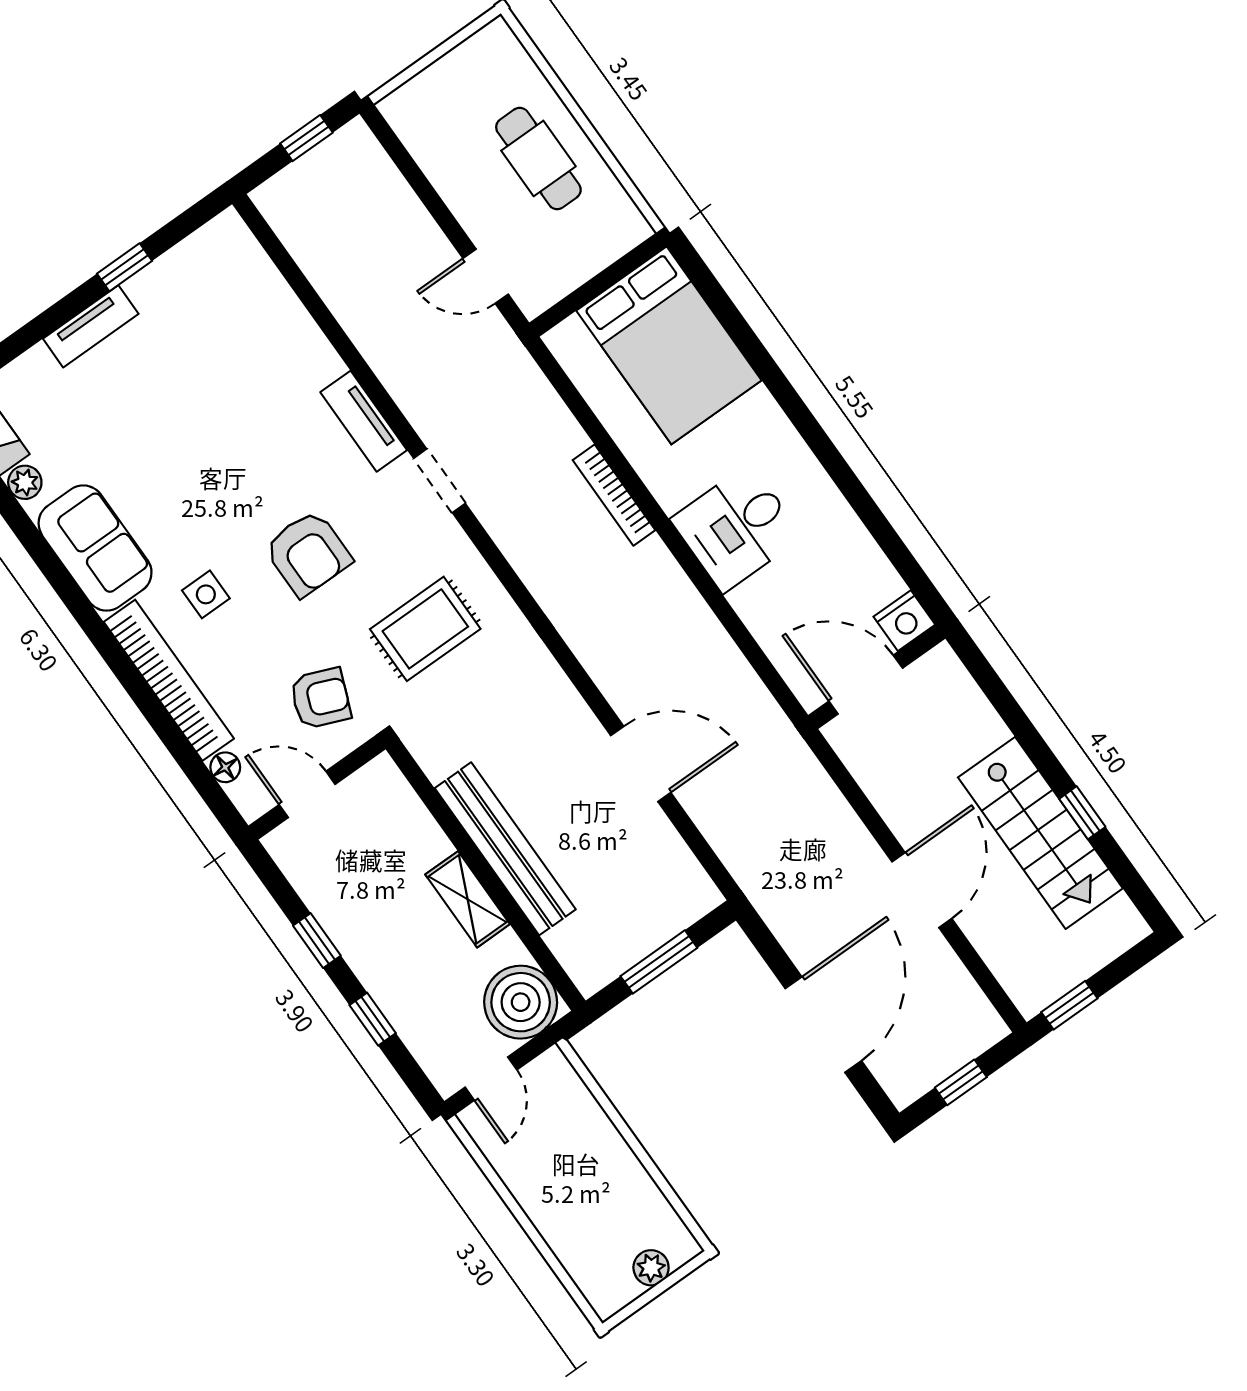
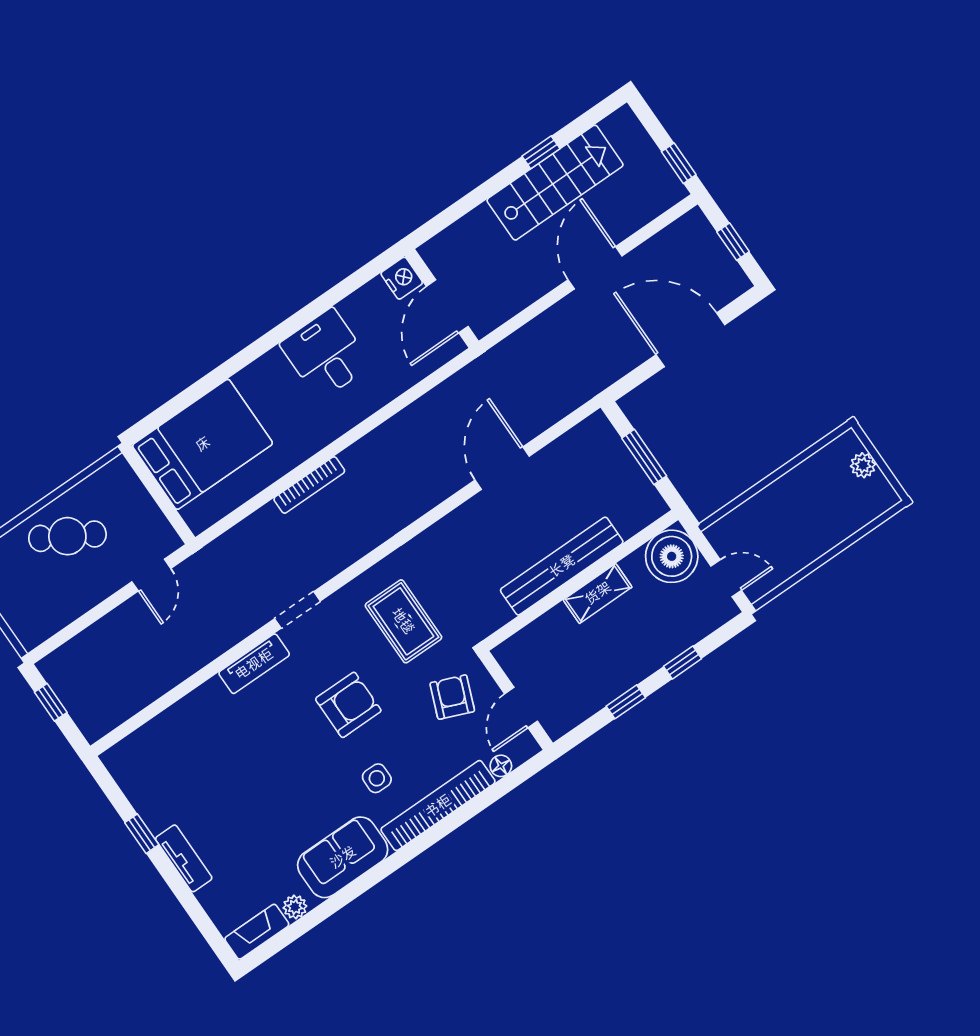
cafe table: (538, 158) -> (67, 536), turned 30
desk: (737, 528) -> (326, 354), moved, turned 180
door: (922, 890) -> (595, 268), hinge flipped

